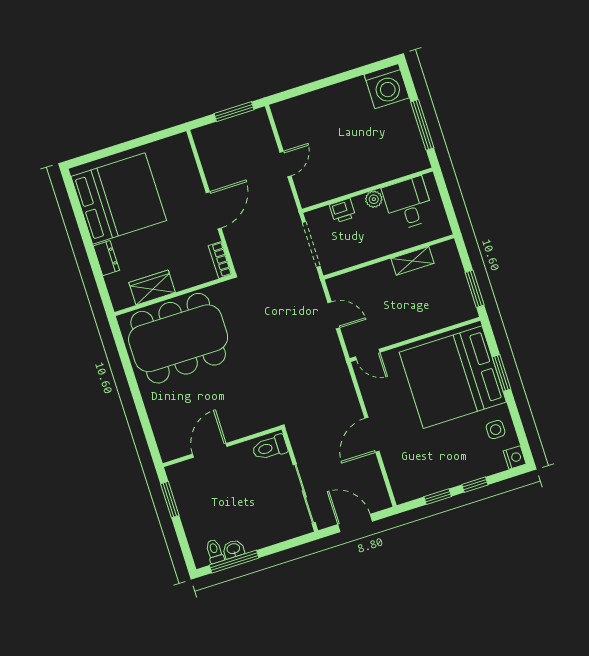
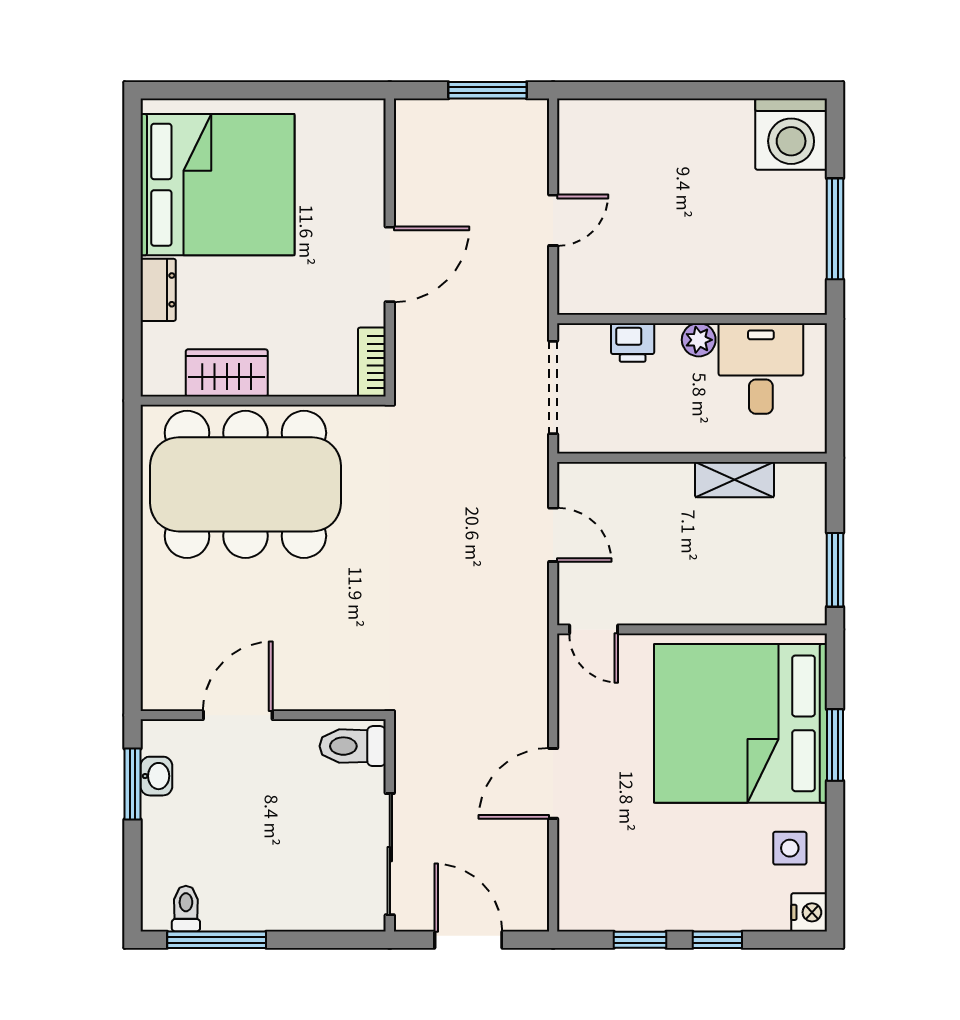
washbasin: (233, 549) -> (156, 776), moved, turned 90

